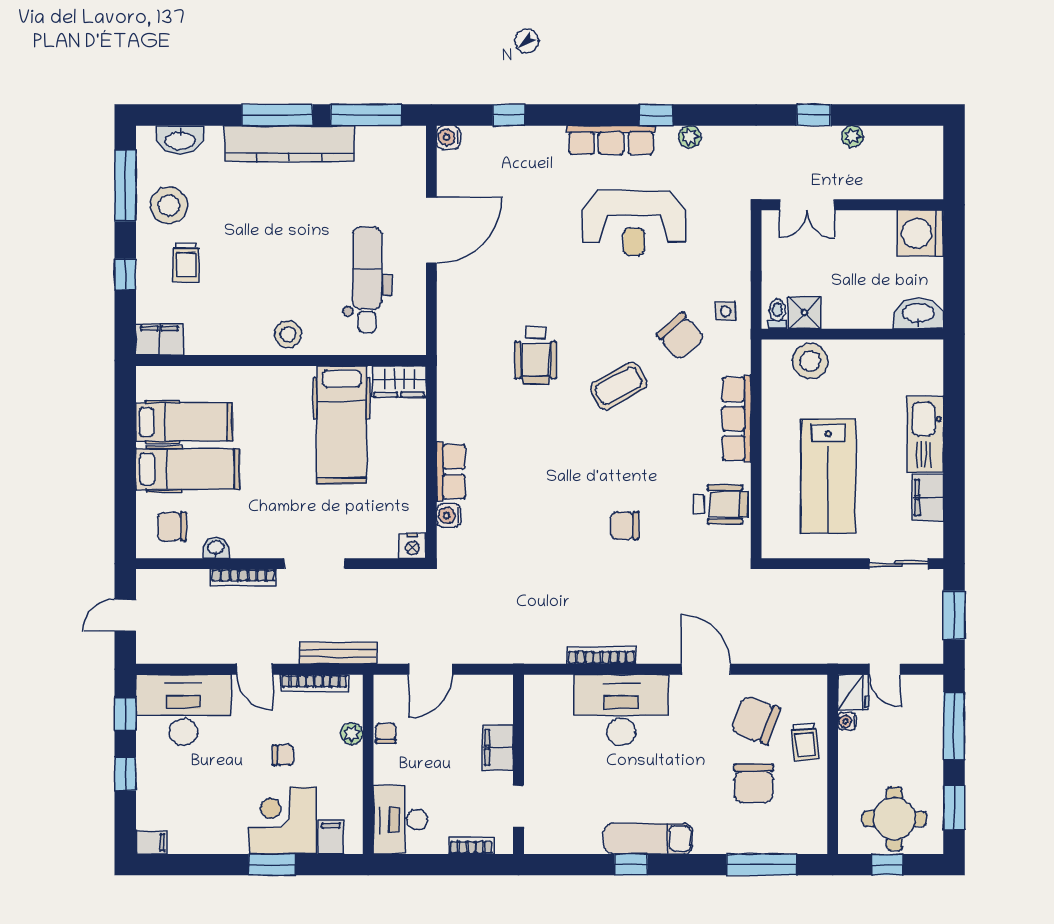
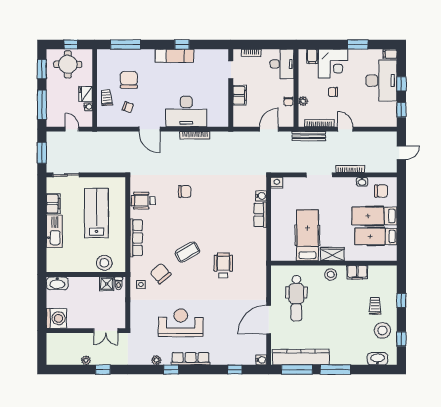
kitchen counter: (289, 144) -> (301, 357), moved
window: (125, 186) -> (401, 339), width x0.46
double door: (807, 205) -> (106, 331), swing flipped
filing cabinet: (160, 339) -> (357, 272), moved
wardrobe: (399, 381) -> (332, 254), moved
fridge: (853, 692) -> (86, 94), moved
desk: (183, 710) -> (381, 81), moved, turned -90
chair: (755, 720) -> (128, 107), width x0.54, depth x0.54
window: (272, 865) -> (358, 44), moved

